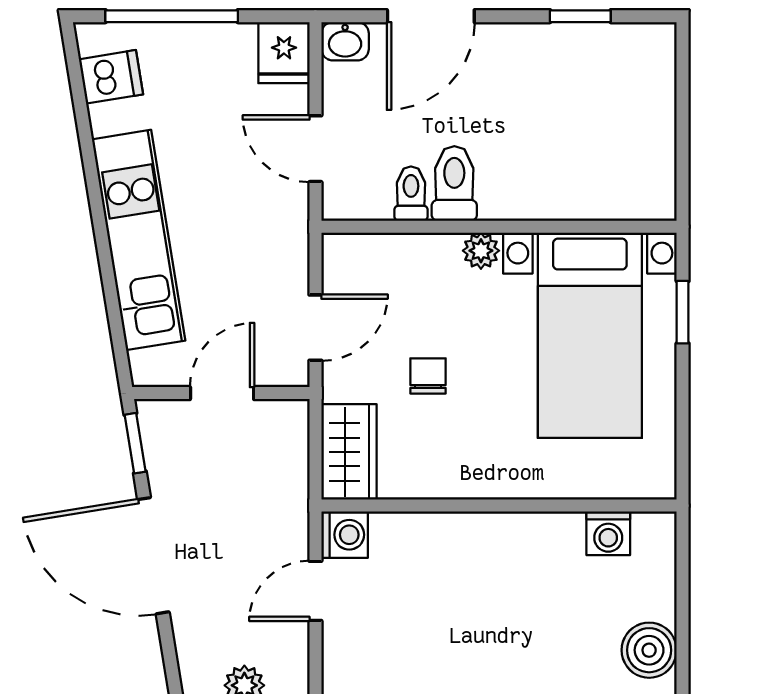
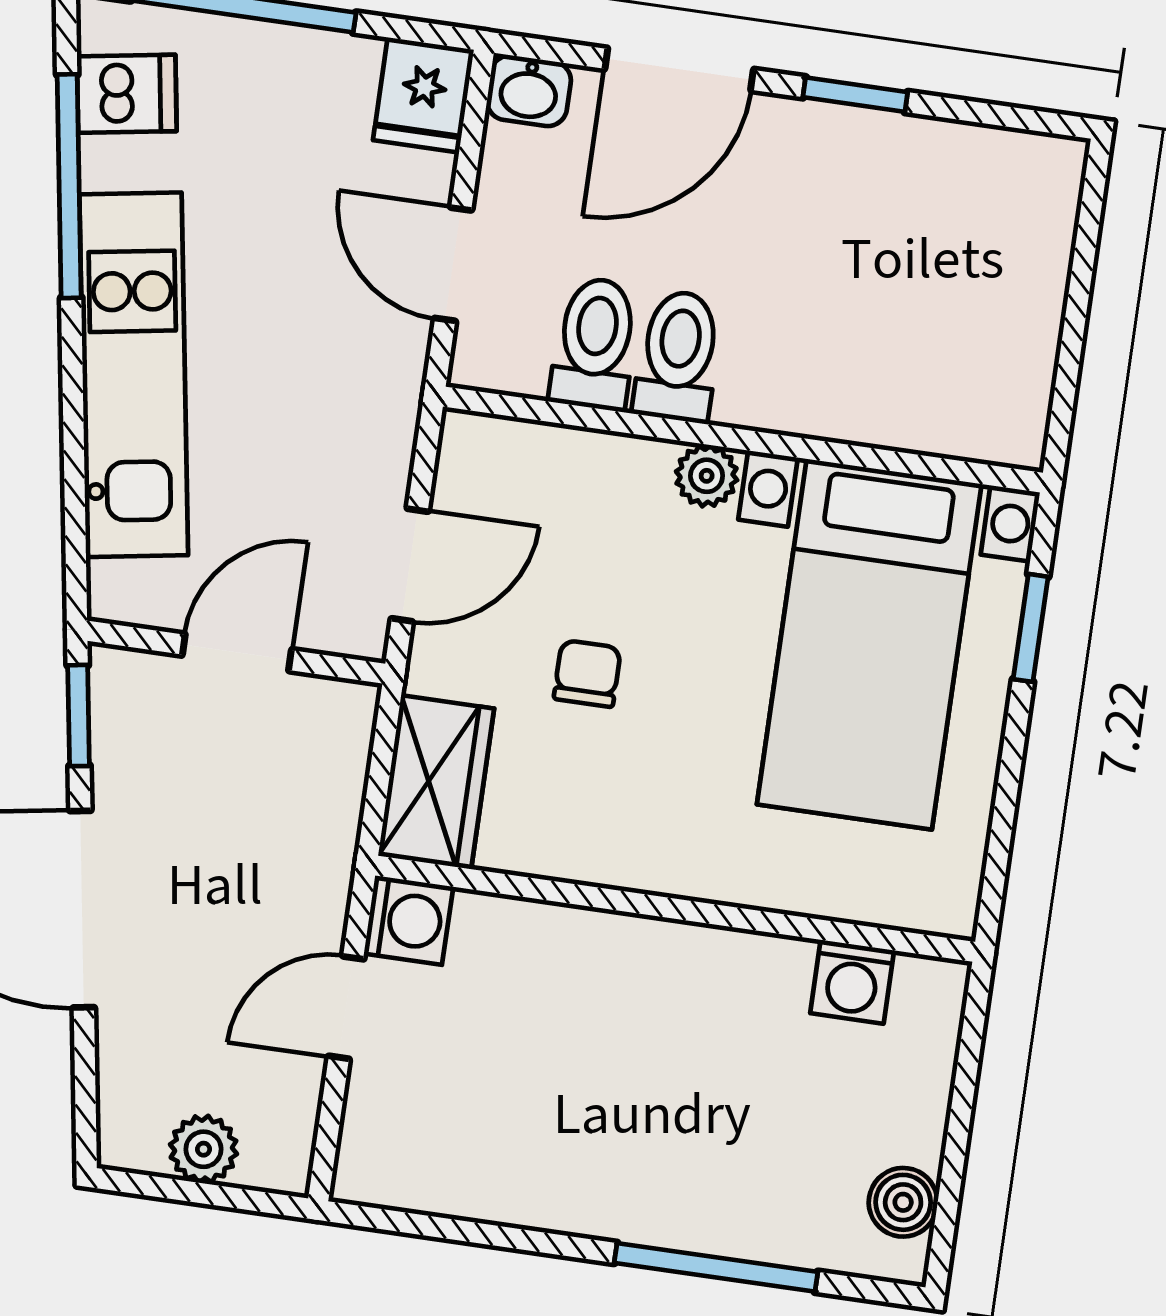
window: (580, 16) -> (855, 95), moved
window: (85, 135) -> (69, 186), added
toilet: (411, 194) -> (595, 344), width x1.37, depth x1.39
boiler: (649, 650) -> (903, 1202), width x0.73, depth x0.73

